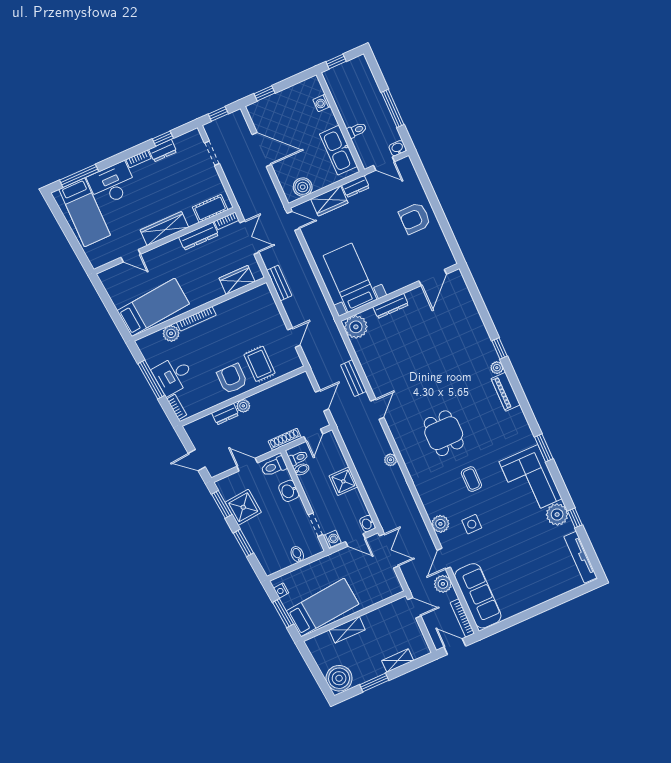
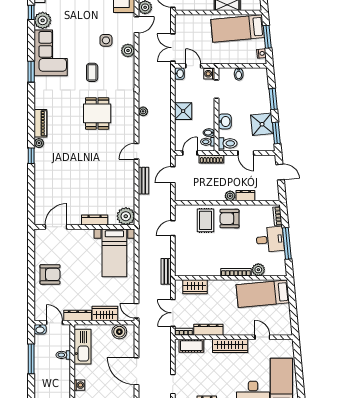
dresser: (356, 186) -> (78, 315), width x1.44
armchair: (232, 379) -> (229, 219), turned 90

